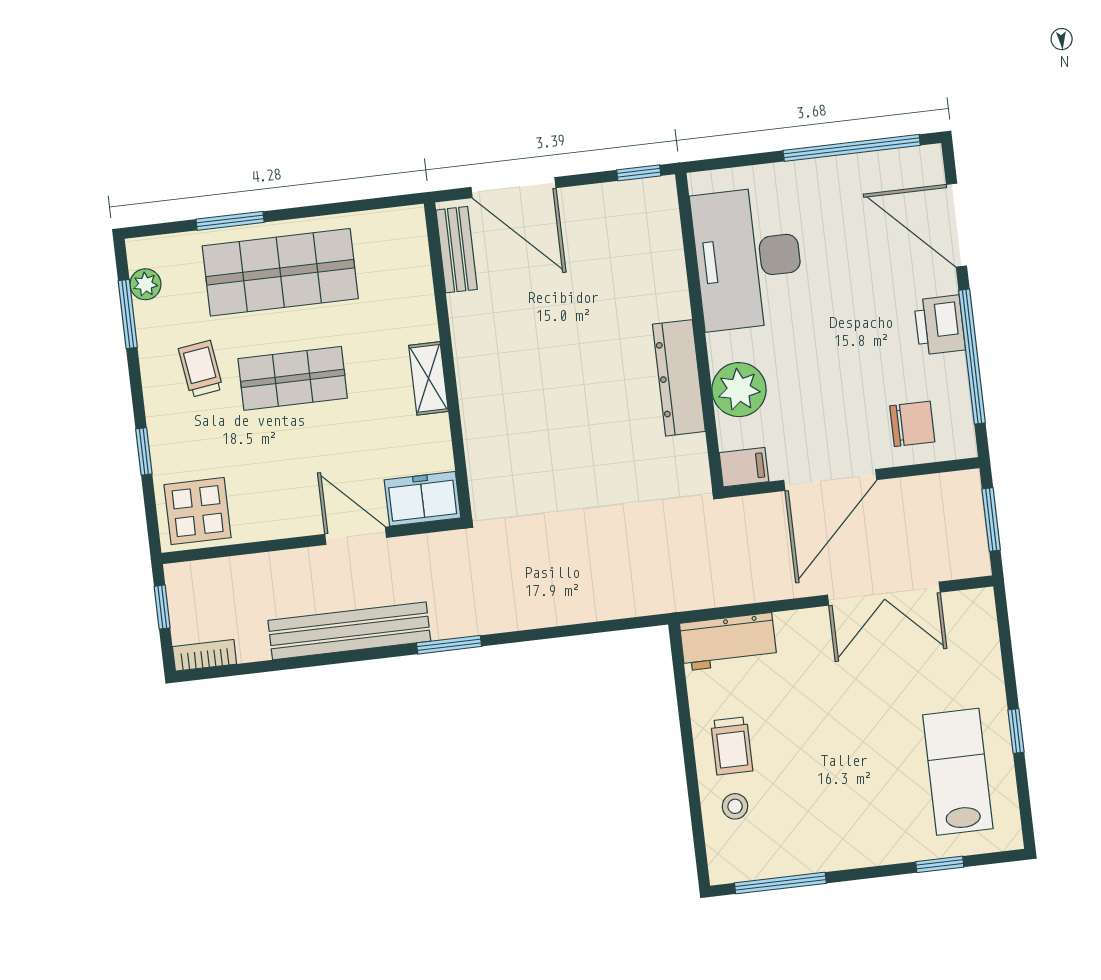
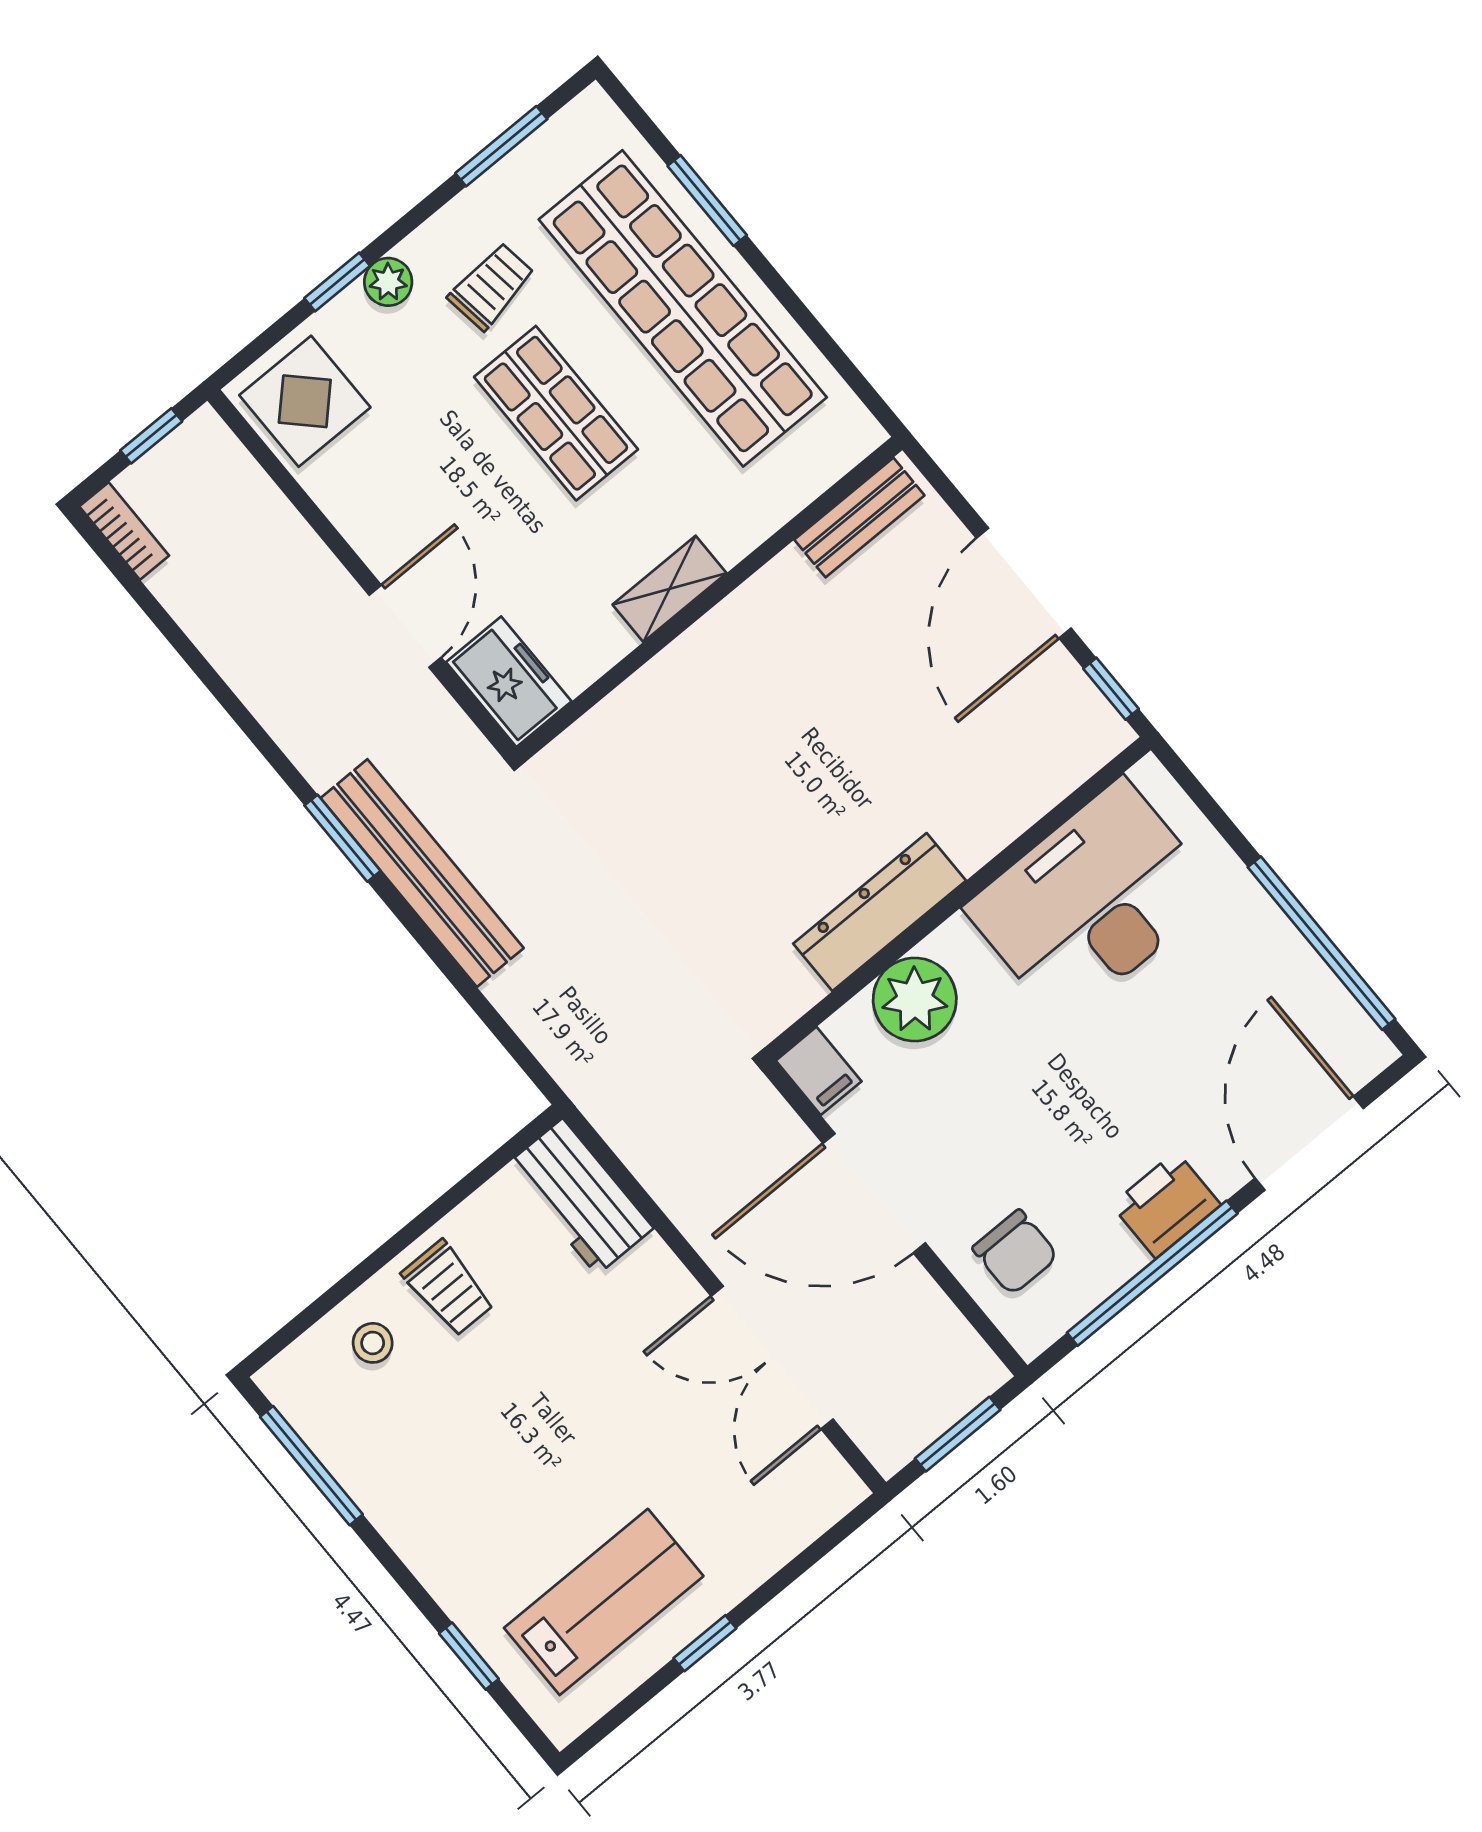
door: (513, 188) -> (1024, 583), moved
shop shelf: (280, 272) -> (683, 308), width x1.40
plant: (145, 284) -> (388, 282), moved
bench: (349, 631) -> (422, 873), moved
trolley: (732, 746) -> (448, 1288), turned -90

